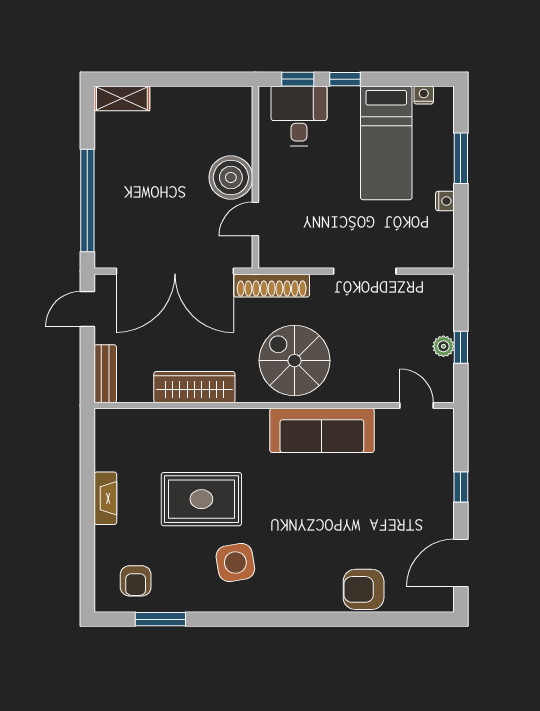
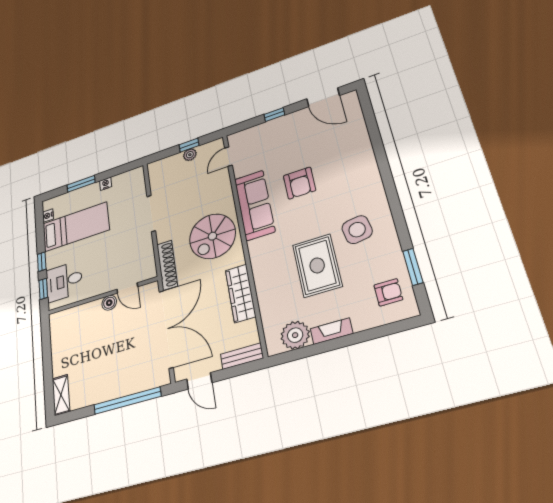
boiler: (231, 177) -> (109, 303), width x0.54, depth x0.54
plant: (114, 450) -> (295, 335), added
armchair: (364, 589) -> (300, 183), moved

